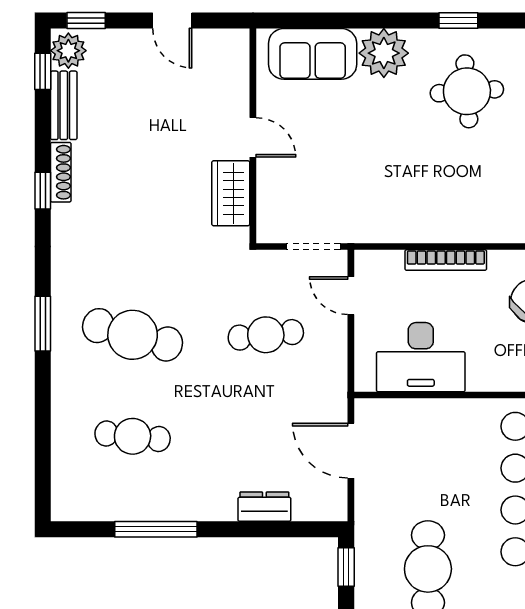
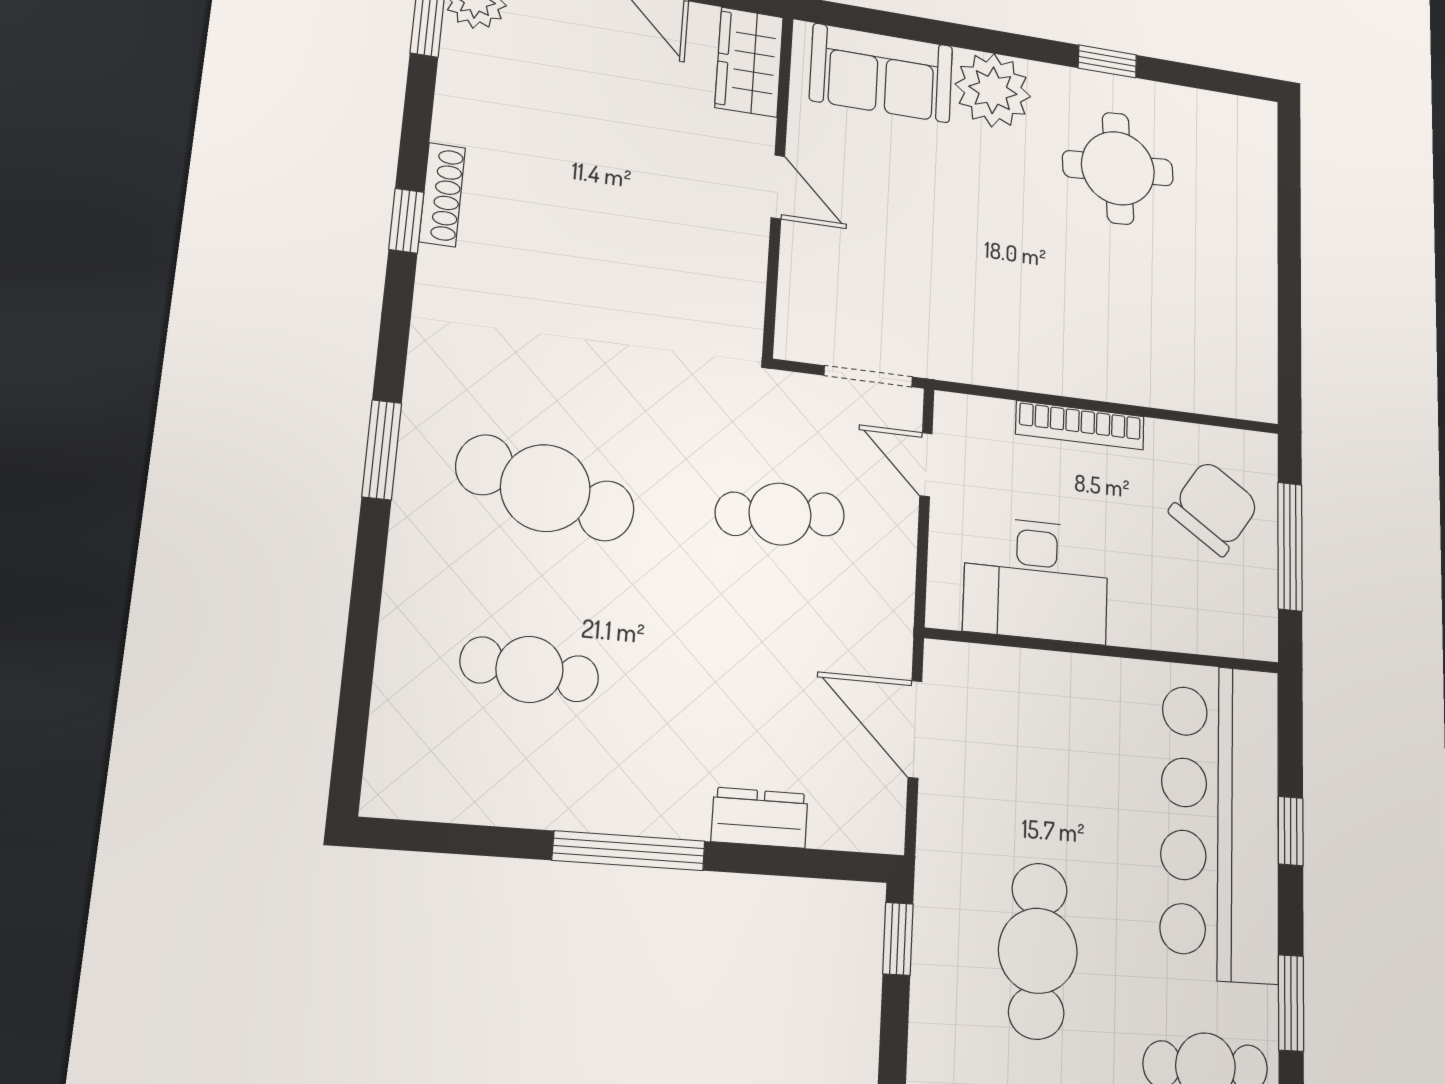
bench: (64, 105) -> (459, 86), removed
wardrobe: (231, 193) -> (749, 62), moved
window: (156, 529) -> (629, 851), moved

